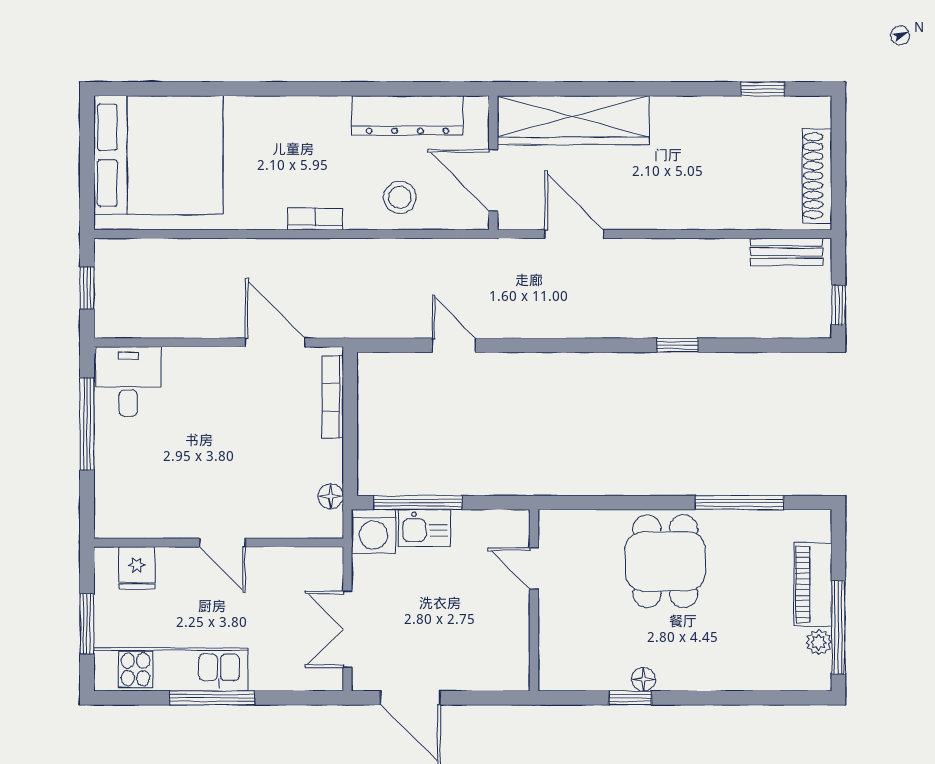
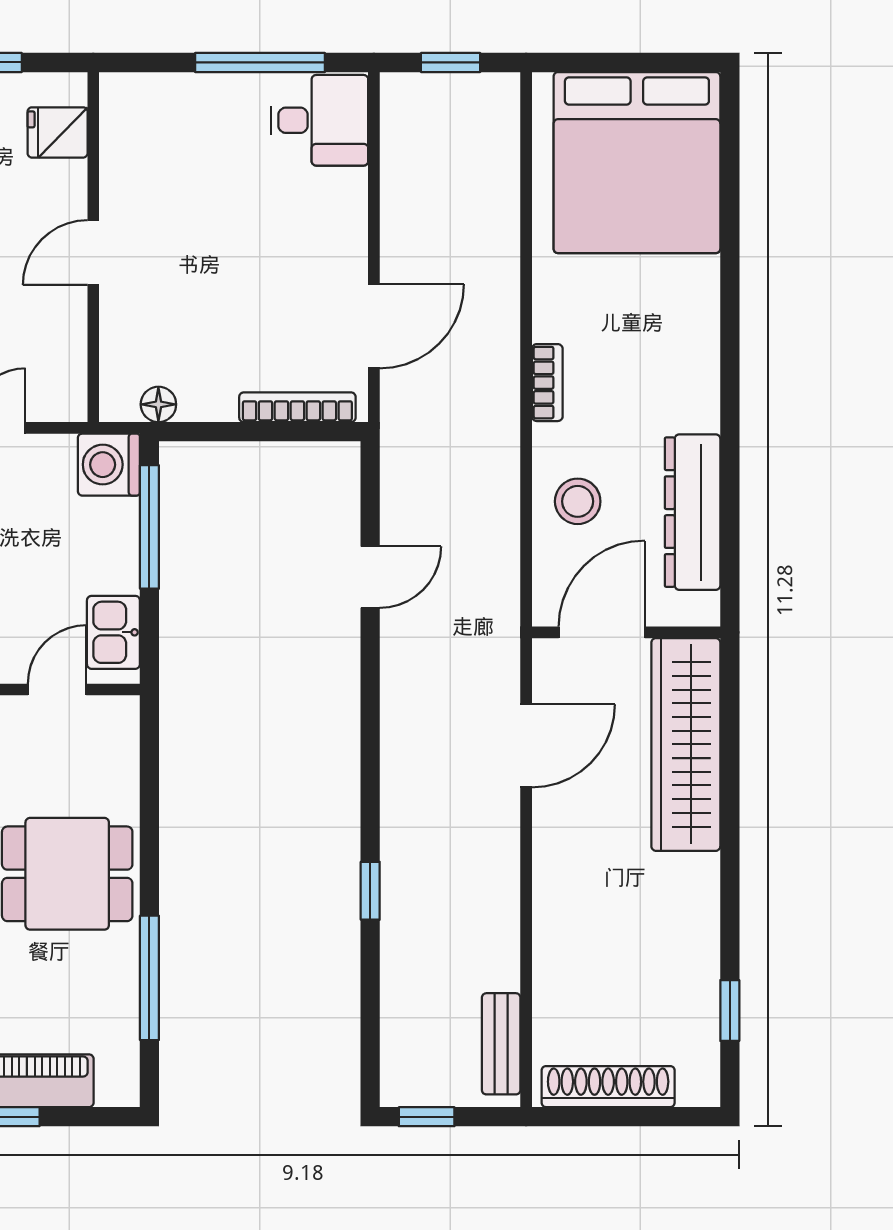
kitchen sink: (424, 528) -> (113, 632), moved

